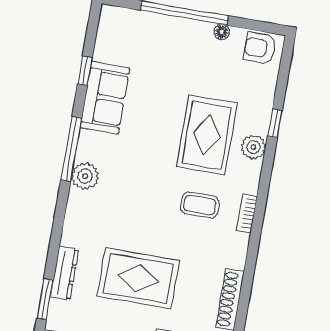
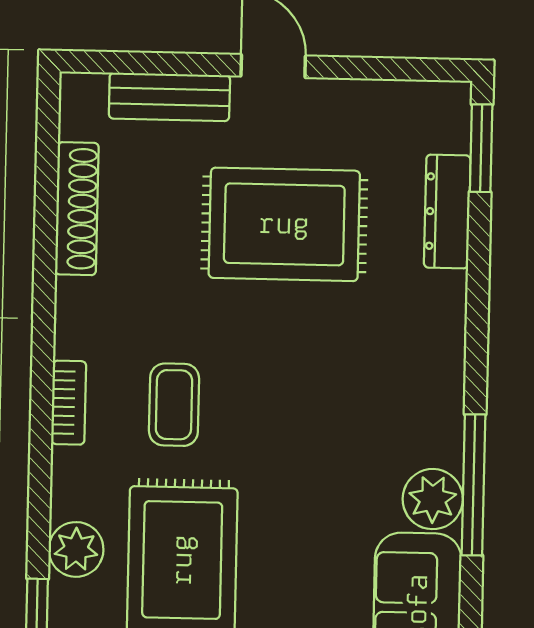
plant: (85, 176) -> (433, 499), moved
coffee table: (200, 205) -> (174, 405), turned 90

